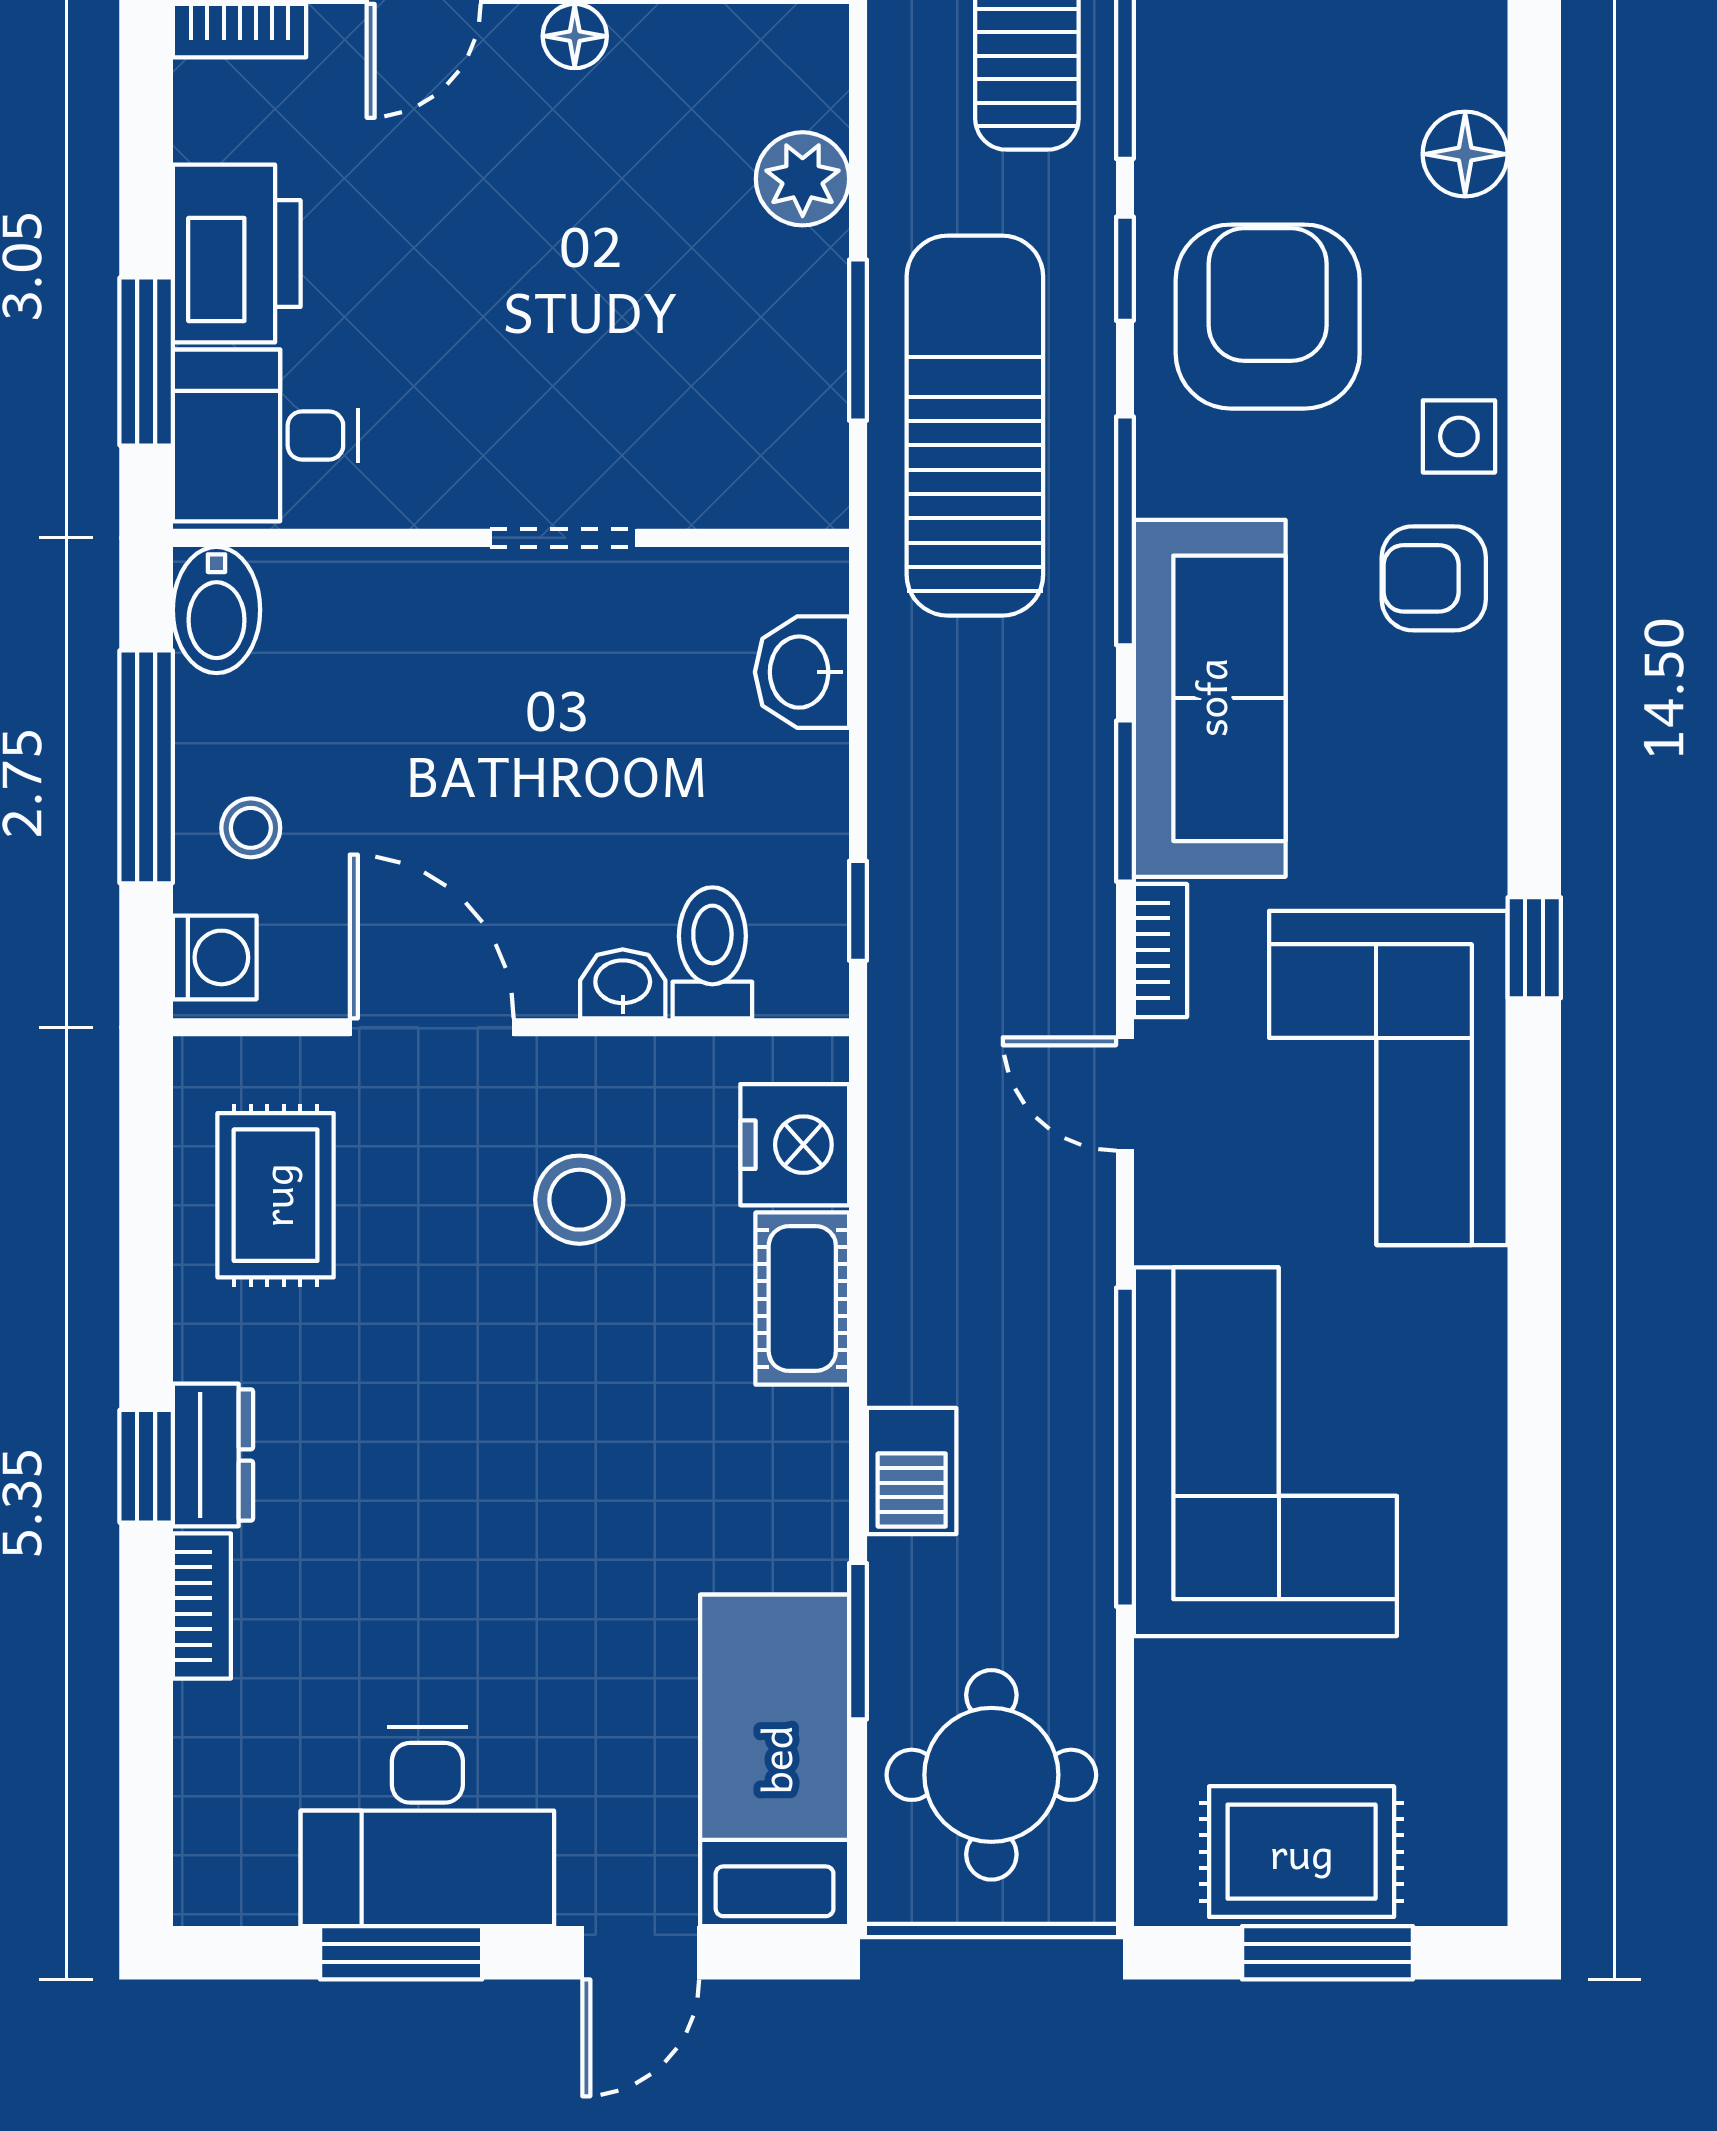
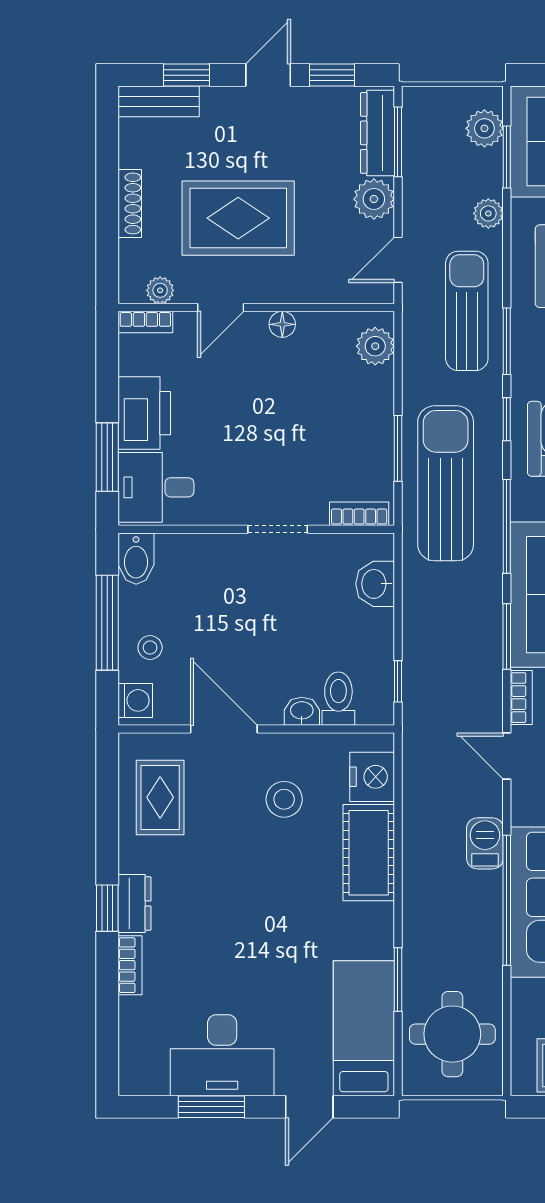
plant: (803, 179) -> (375, 346), moved
bookcase: (763, 500) -> (359, 514), added
cot: (802, 1299) -> (369, 853), width x1.37, depth x1.34
barbecue: (912, 1471) -> (485, 843), moved, turned 180

